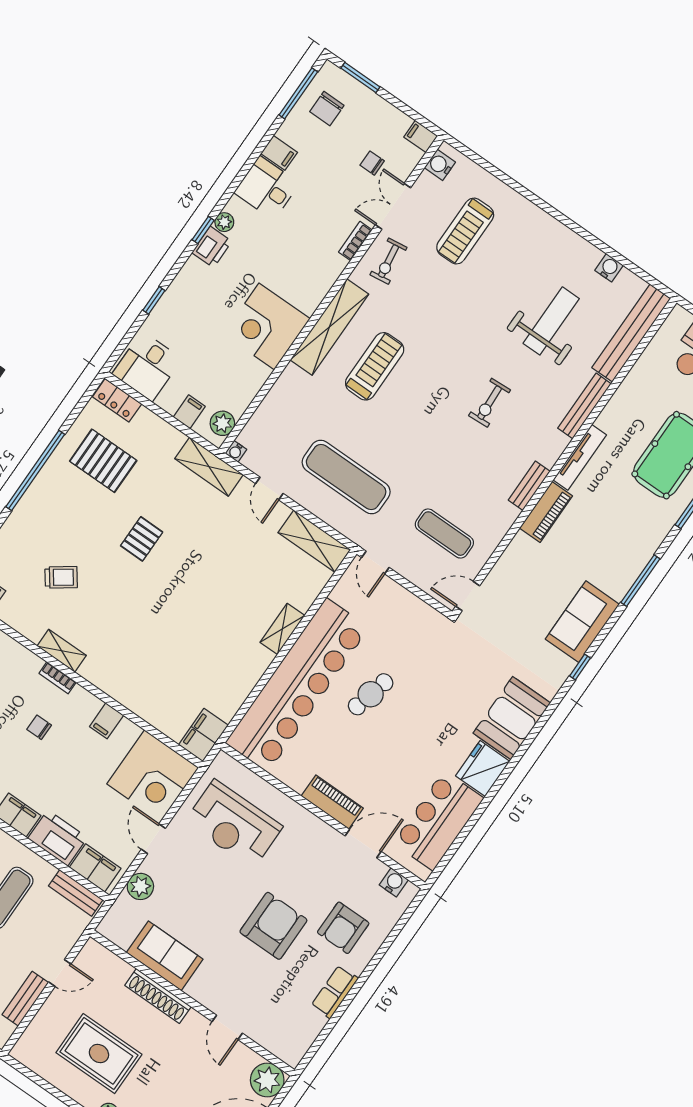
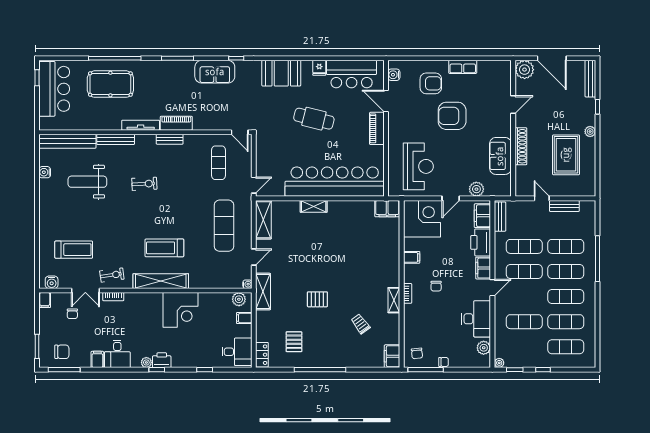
pallet: (103, 461) -> (294, 342), width x0.67, depth x0.71
cafe table: (371, 694) -> (314, 119), moved, width x1.37, depth x1.35
fridge: (483, 769) -> (319, 68), width x0.53, depth x0.75

